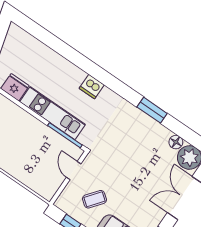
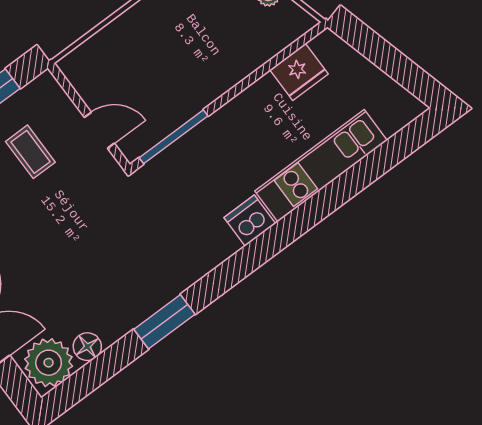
kitchen unit: (53, 113) -> (321, 166), moved, turned 180
coffee table: (94, 199) -> (30, 152), turned -38

